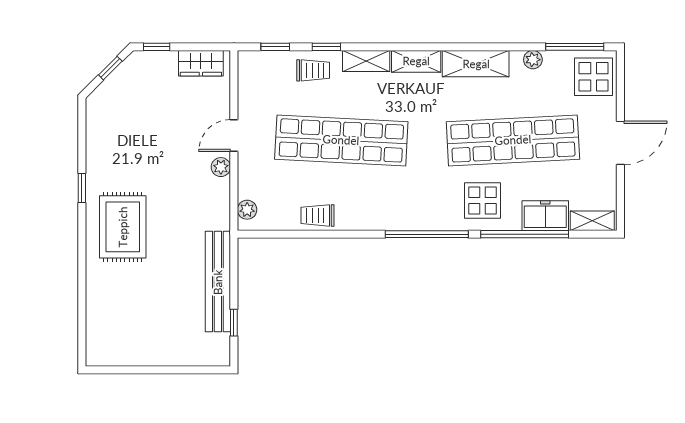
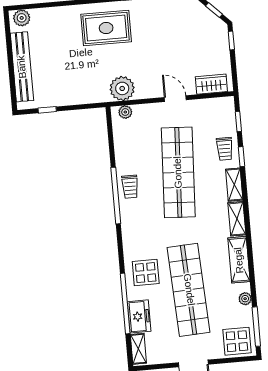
wardrobe: (201, 63) -> (211, 84), moved, turned 90
plant: (221, 167) -> (122, 88), moved, width x1.88, depth x1.88
trolley: (318, 215) -> (130, 187), moved, turned 180
window: (427, 234) -> (116, 196), moved
bench: (218, 282) -> (22, 67), moved, turned 90
plant: (97, 348) -> (22, 18), added

